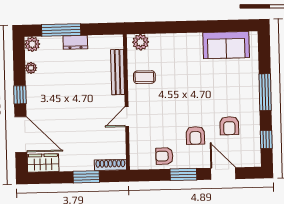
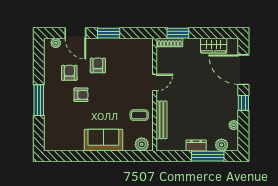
plant: (32, 44) -> (222, 145), moved
sofa: (226, 45) -> (103, 140), moved
window: (266, 139) -> (39, 61), removed
armchair: (164, 156) -> (81, 95), moved
plant: (247, 161) -> (56, 43), added
wardrobe: (43, 163) -> (214, 46), moved
window: (86, 177) -> (178, 33), moved

